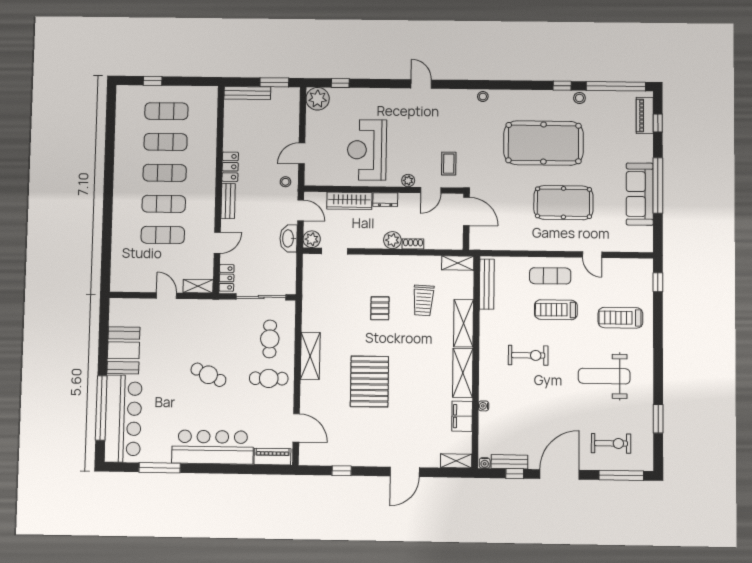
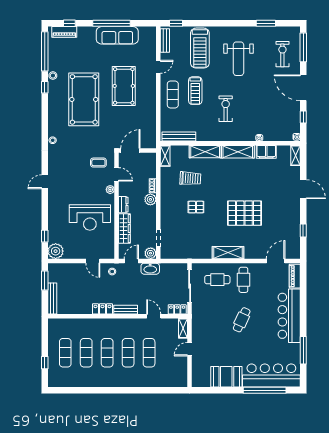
treadmill: (620, 318) -> (200, 48), width x1.37, depth x1.38
bench: (509, 462) -> (165, 41), moved

